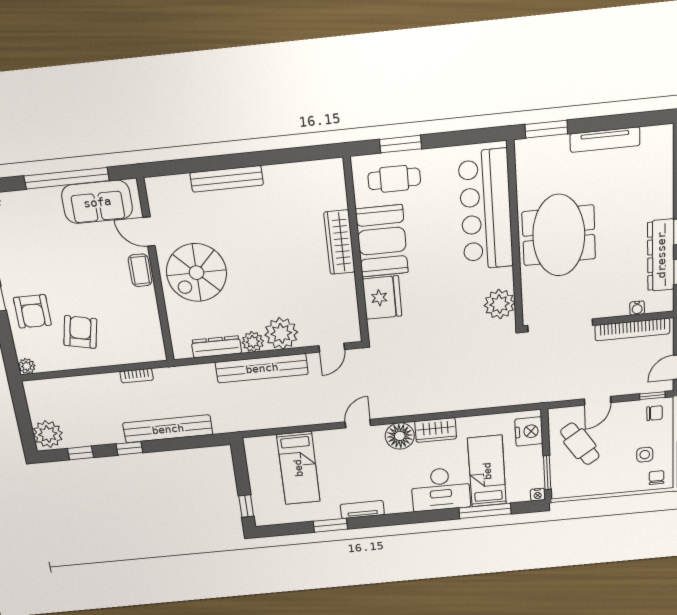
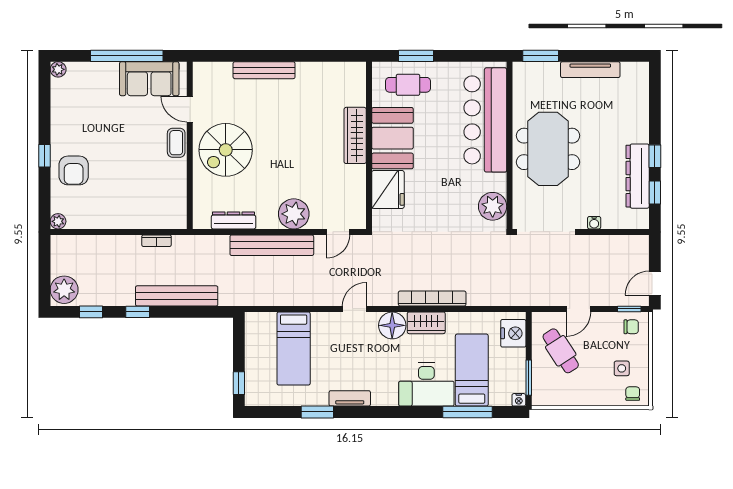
water cooler: (637, 308) -> (594, 223), moved
bookcase: (632, 329) -> (432, 298), moved, turned 180
armchair: (80, 332) -> (113, 194), removed
plant: (253, 342) -> (267, 219), removed

